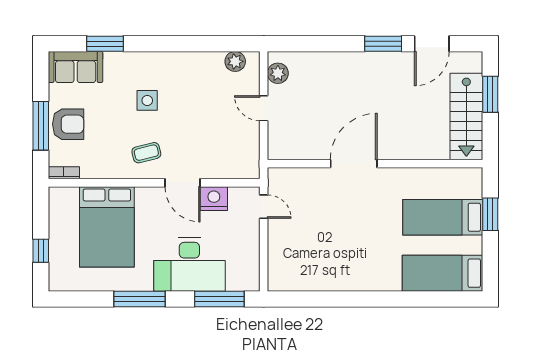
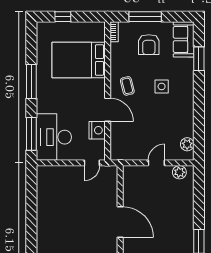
armchair: (68, 124) -> (149, 45), moved
door: (183, 183) -> (108, 110), swing flipped
desk: (189, 265) -> (54, 137), moved

